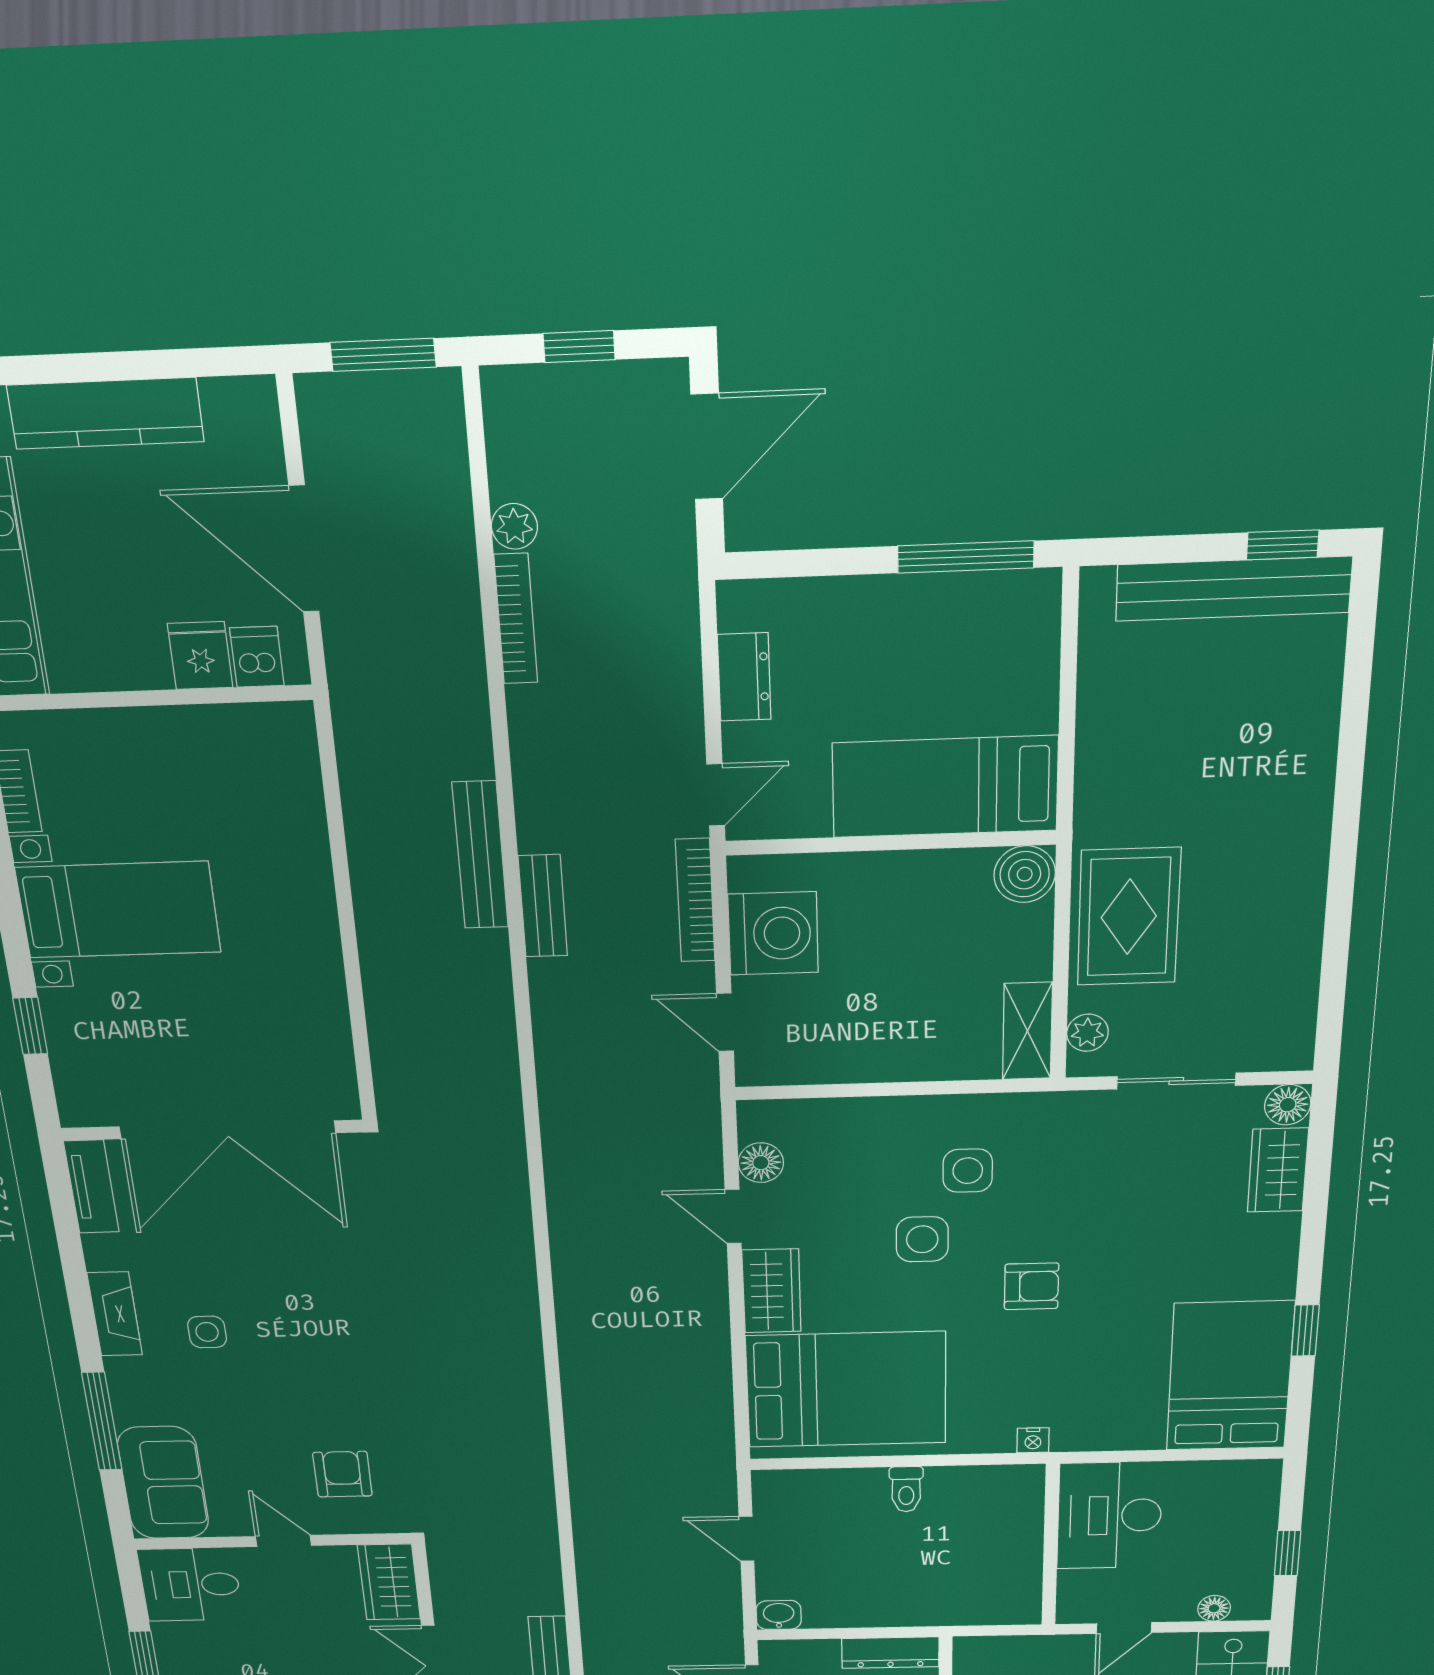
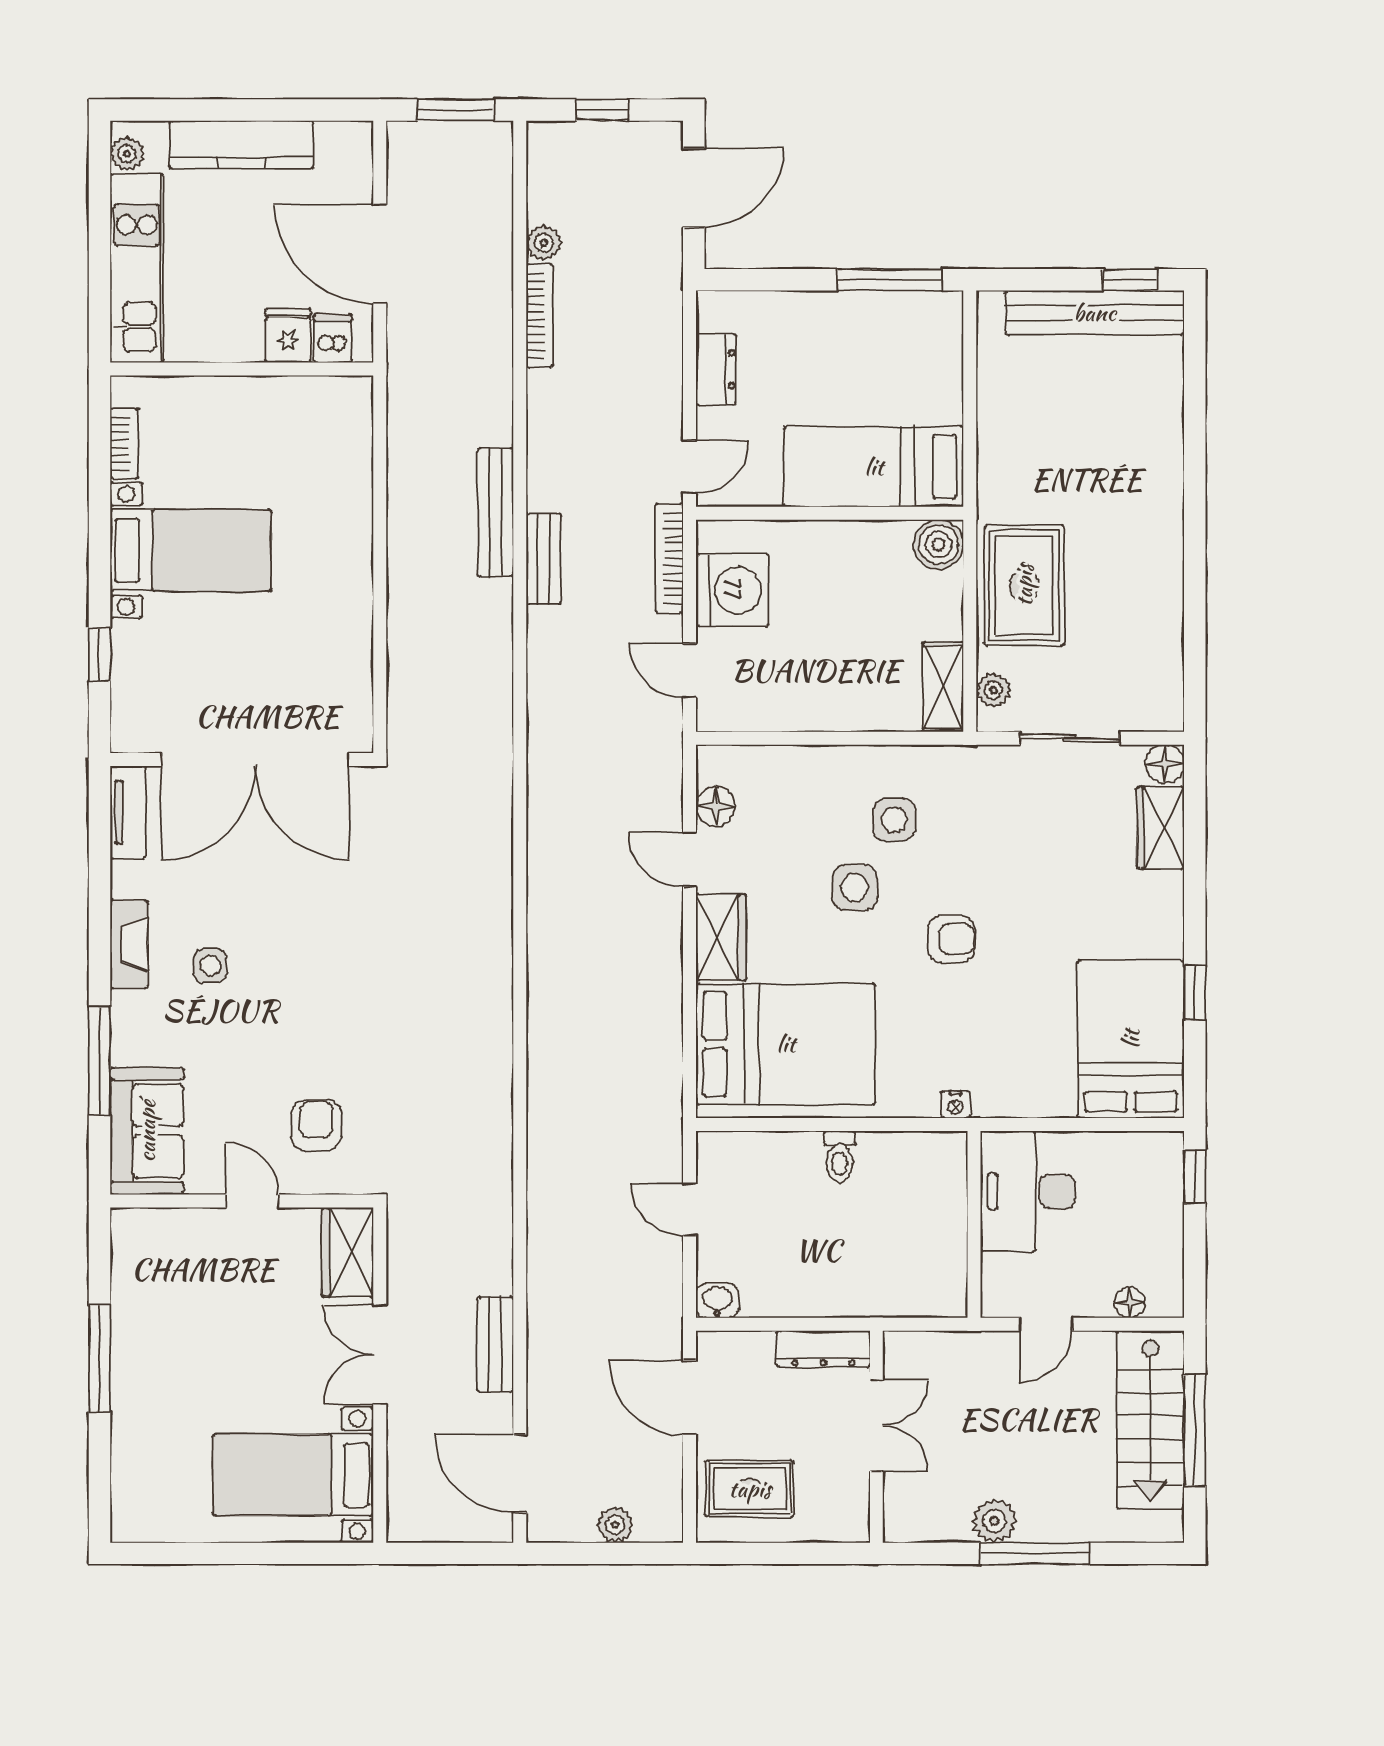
window: (1287, 1553) -> (1195, 1176), moved
desk: (190, 1585) -> (156, 1250), removed

